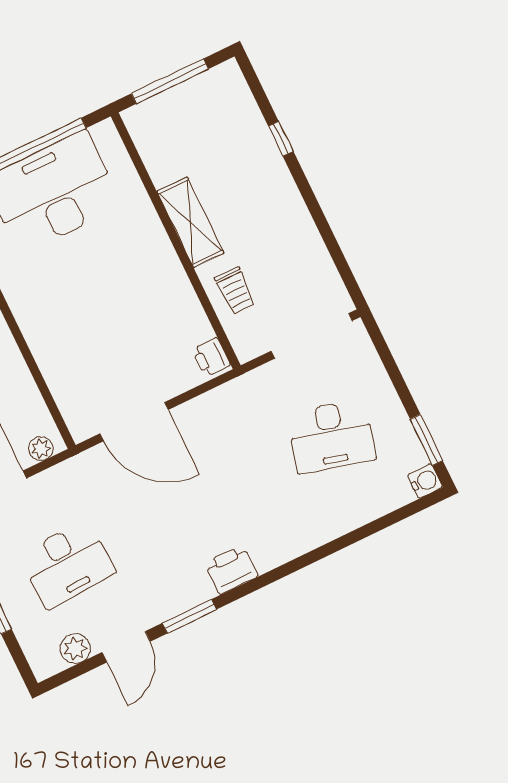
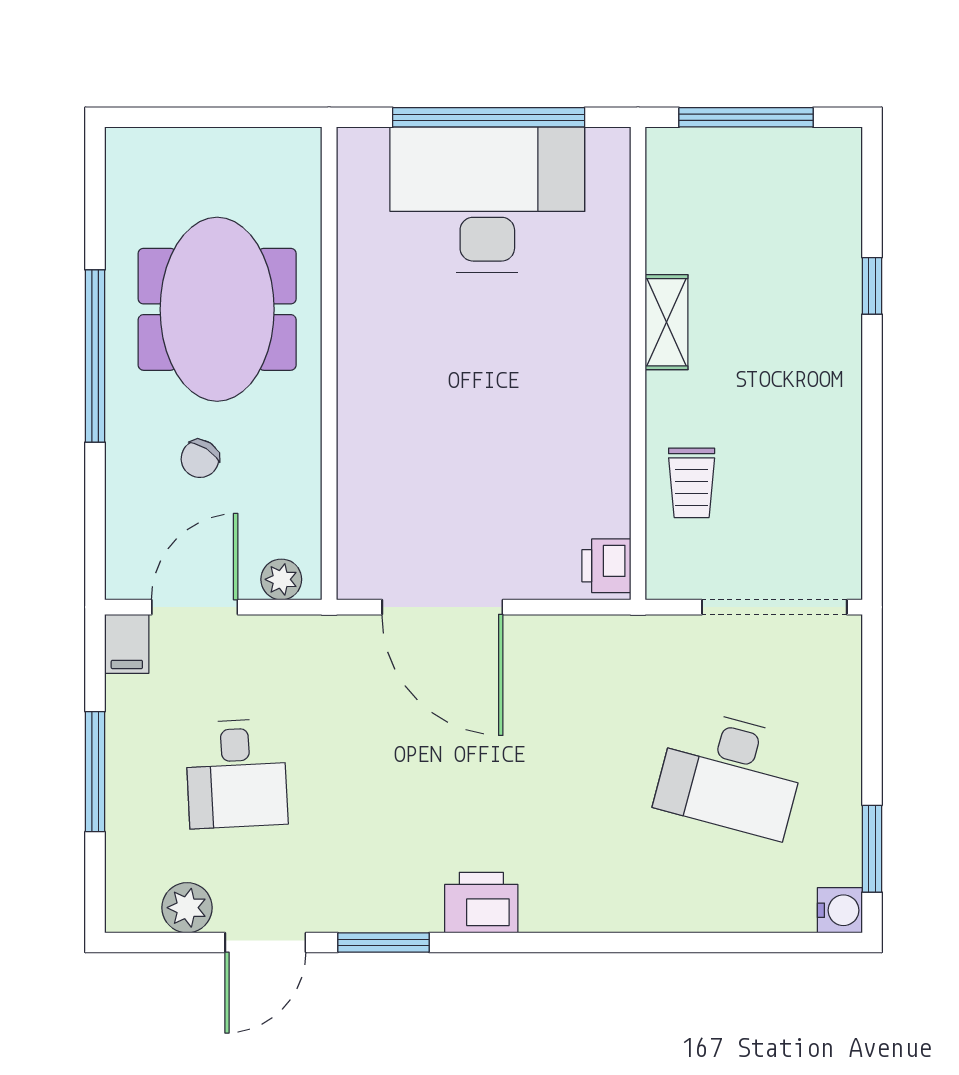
shelving: (190, 222) -> (667, 322), width x0.67, depth x0.75
desk: (67, 564) -> (236, 774), width x0.73

